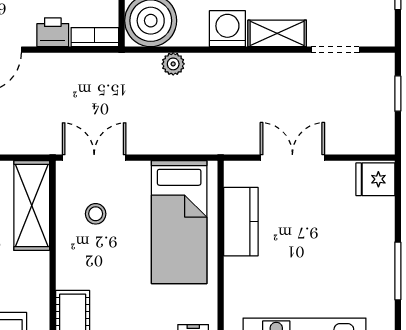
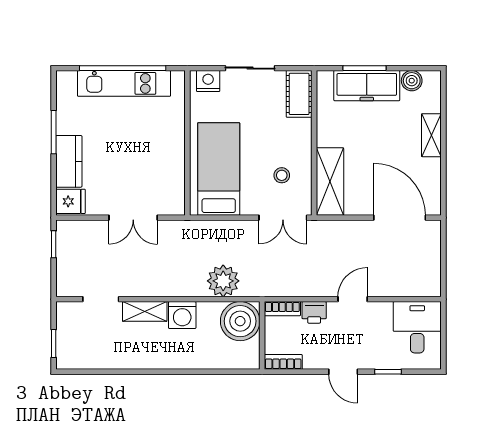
plant: (173, 64) -> (223, 281), width x1.88, depth x1.88
window: (398, 94) -> (54, 244), moved
kitchen counter: (241, 222) -> (69, 161), moved, turned 180

